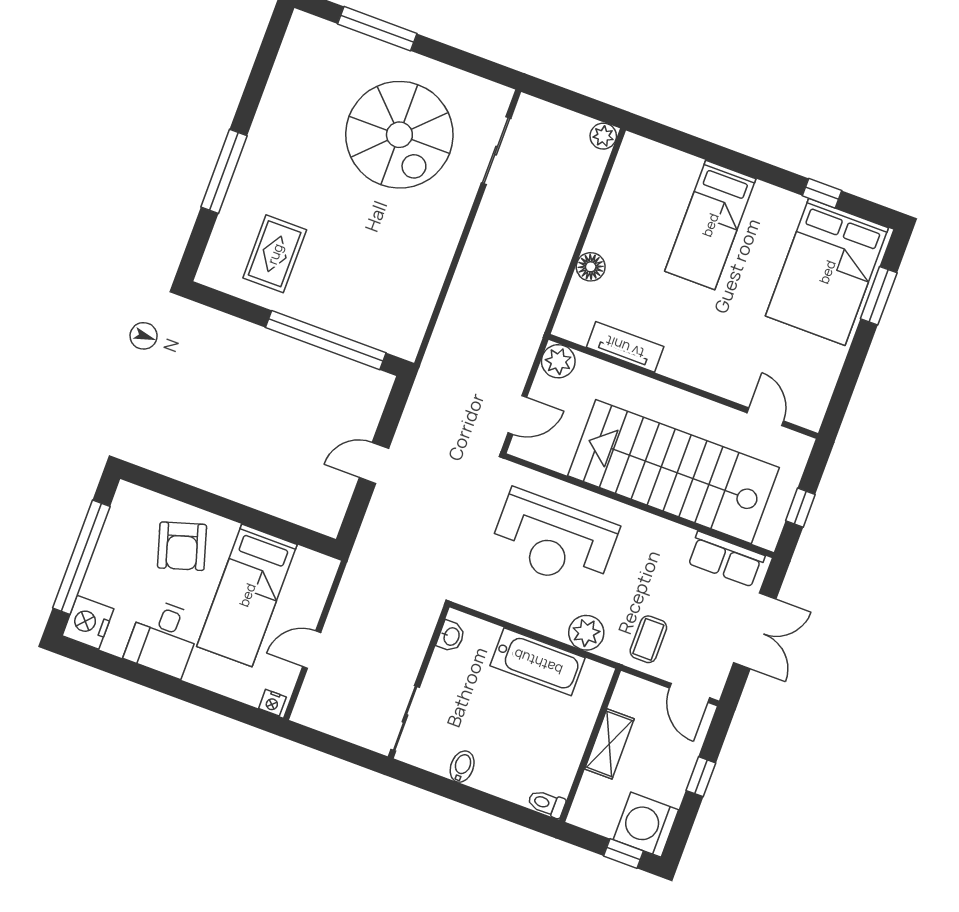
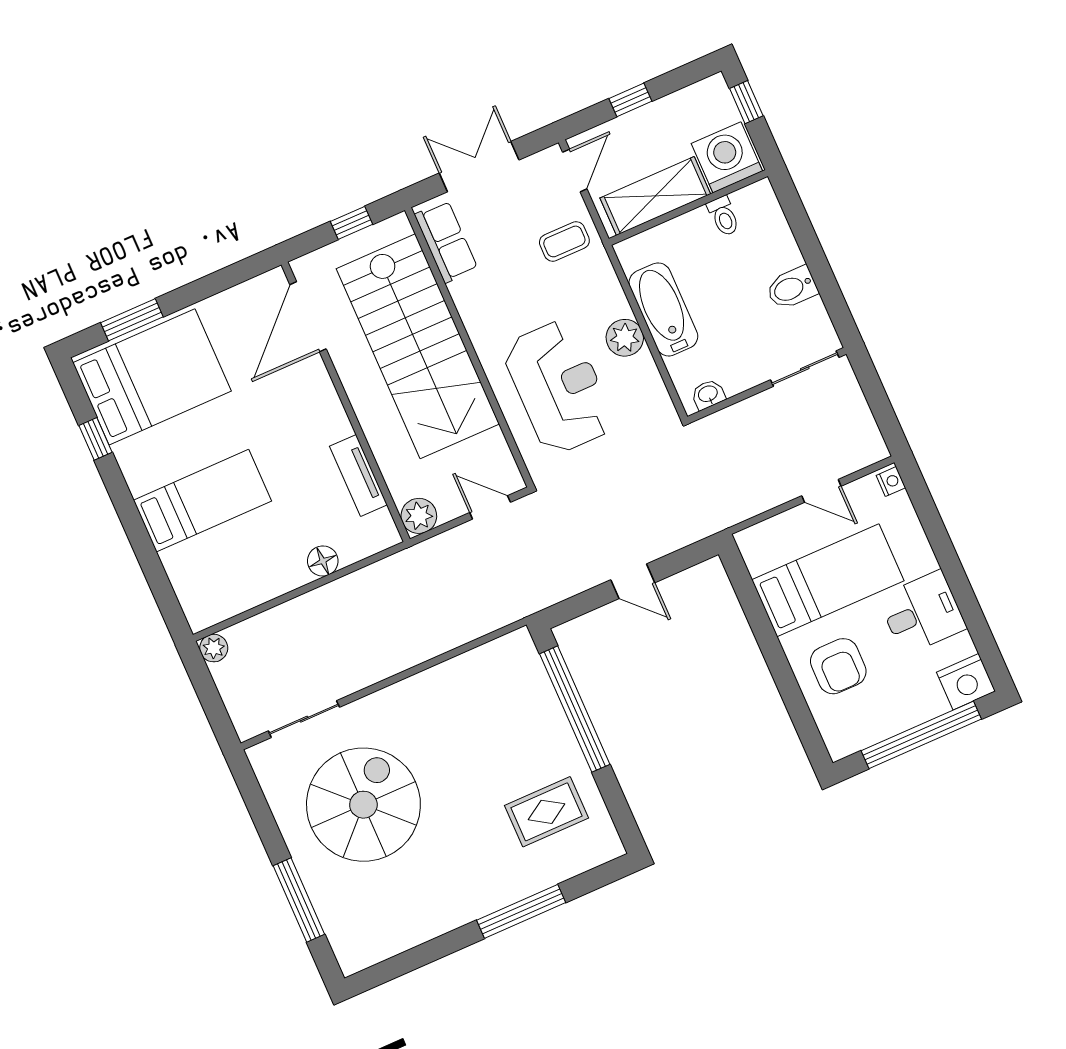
door: (765, 417) -> (308, 317), width x1.87
armchair: (182, 546) -> (838, 666), turned 107
plant: (586, 633) -> (625, 338), moved
shelving: (609, 744) -> (655, 196), width x1.50, depth x1.33
bidet: (462, 767) -> (792, 288), width x1.38, depth x1.36
toilet: (546, 804) -> (724, 216), moved
washing machine: (646, 825) -> (727, 157), moved, turned 180

